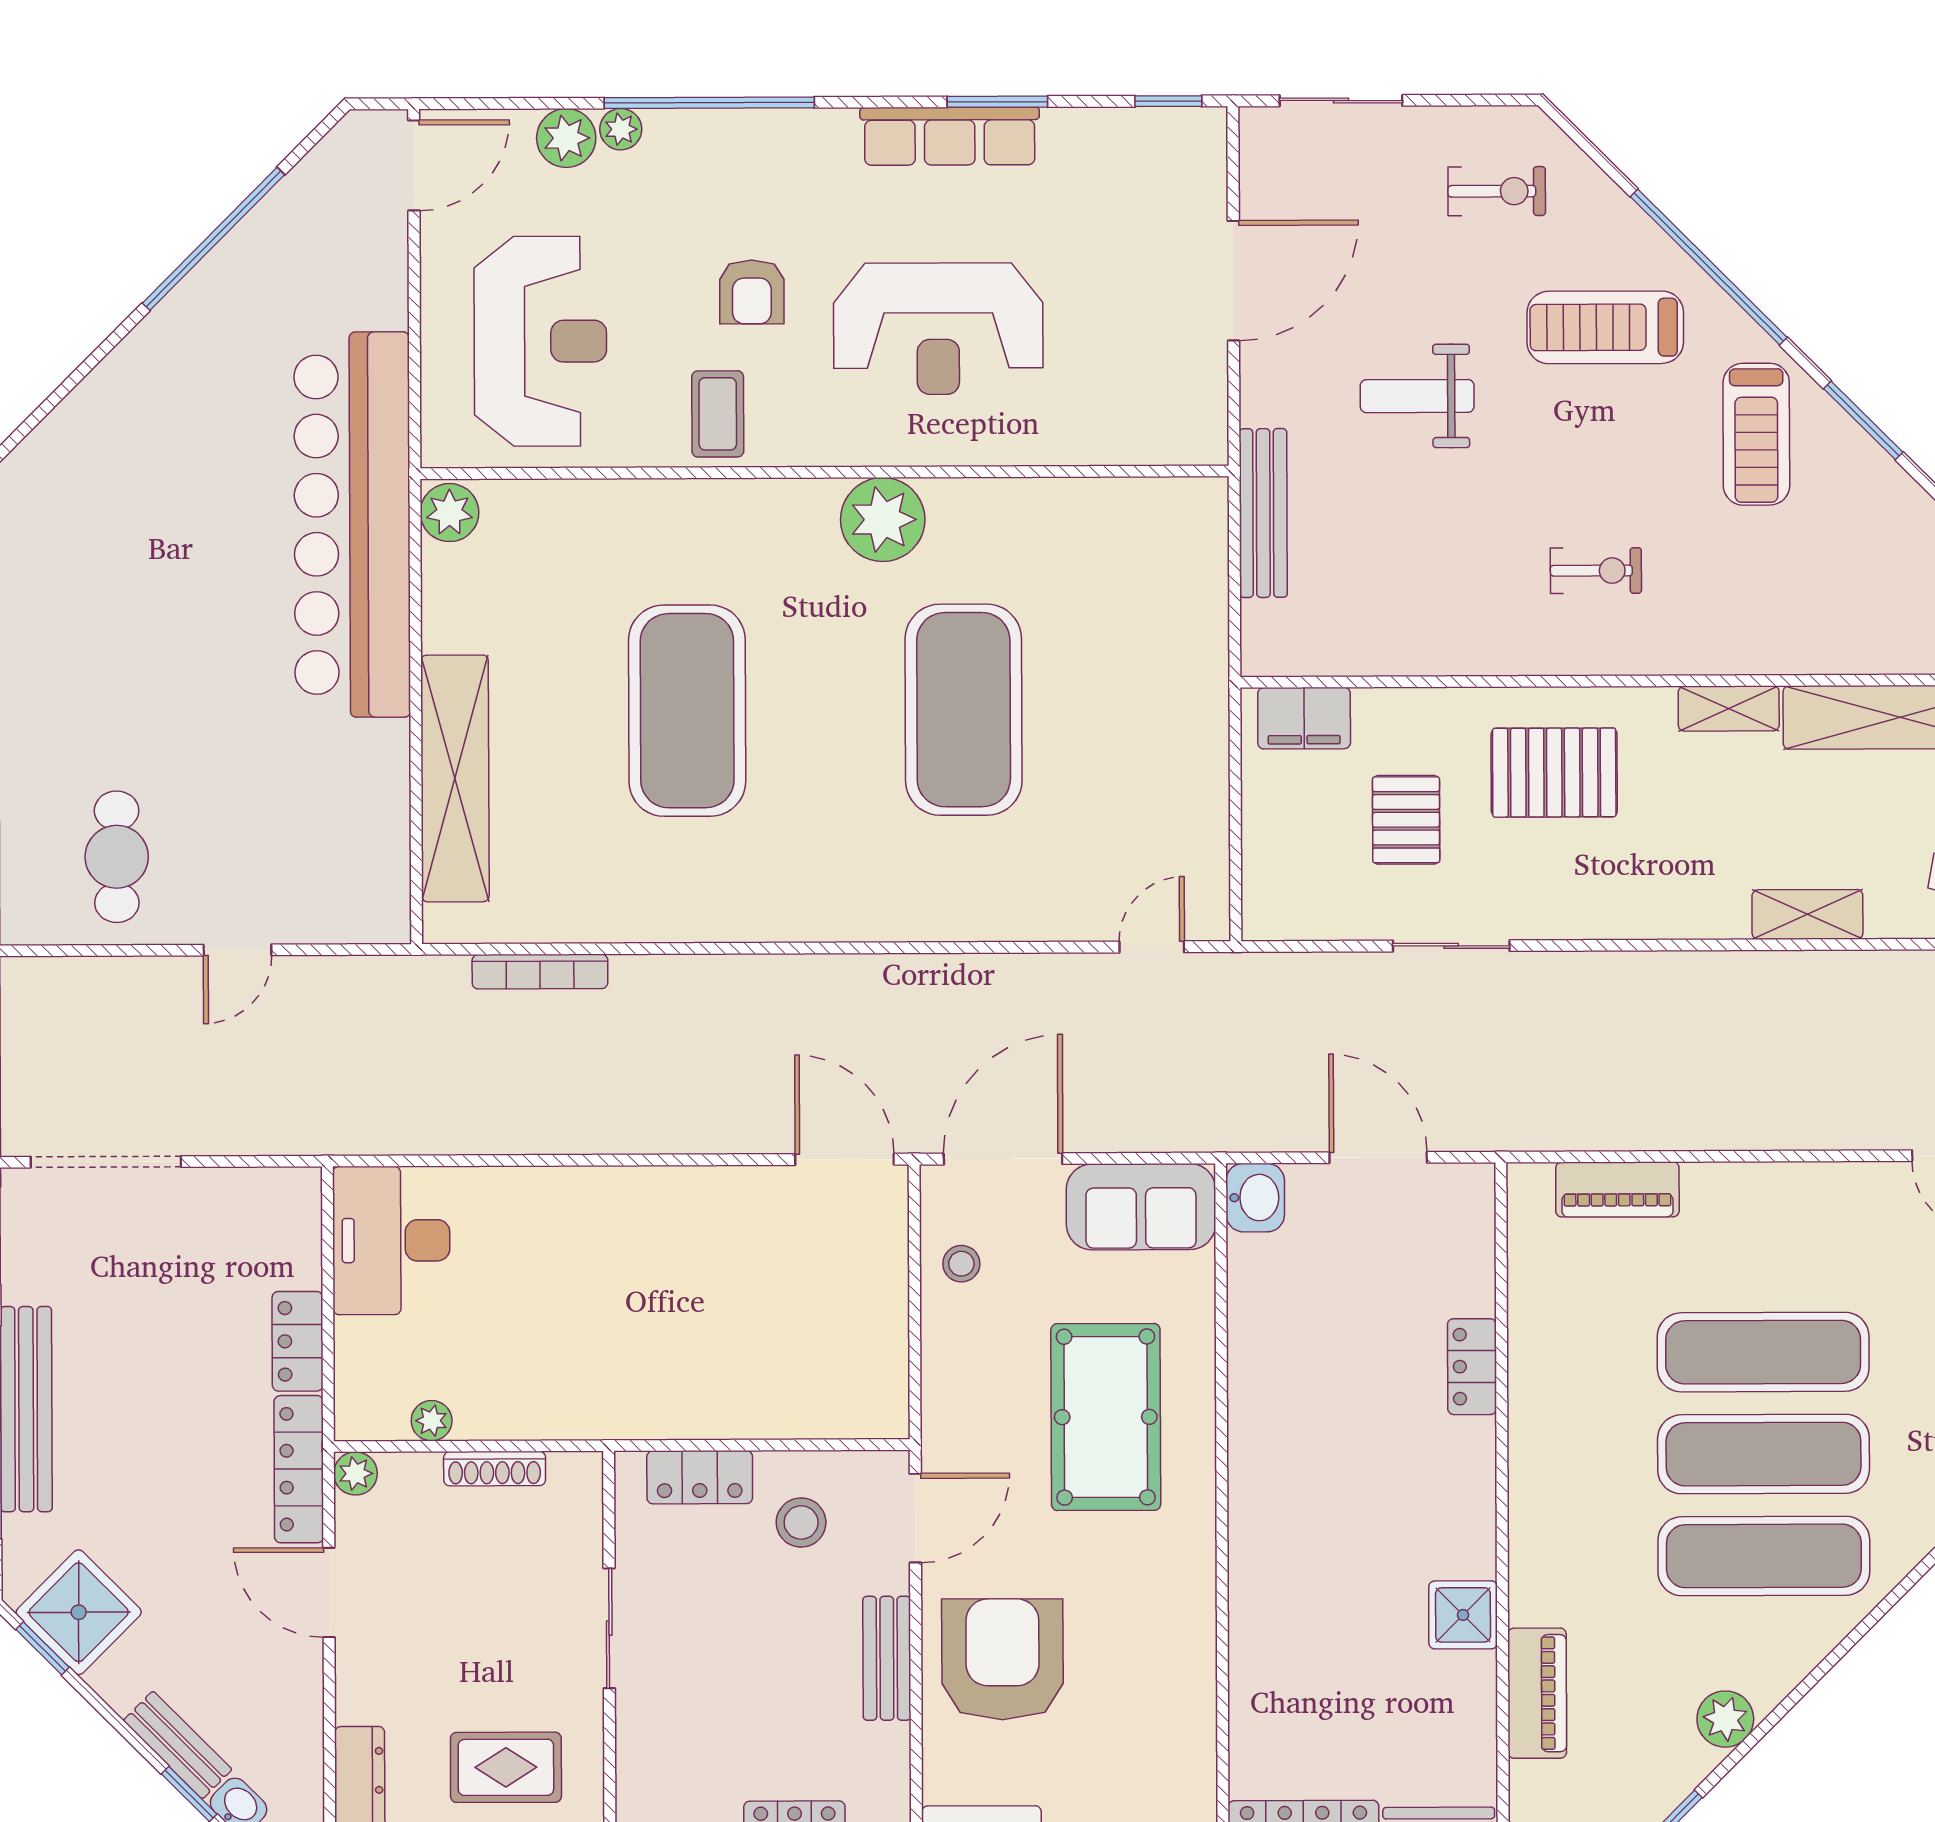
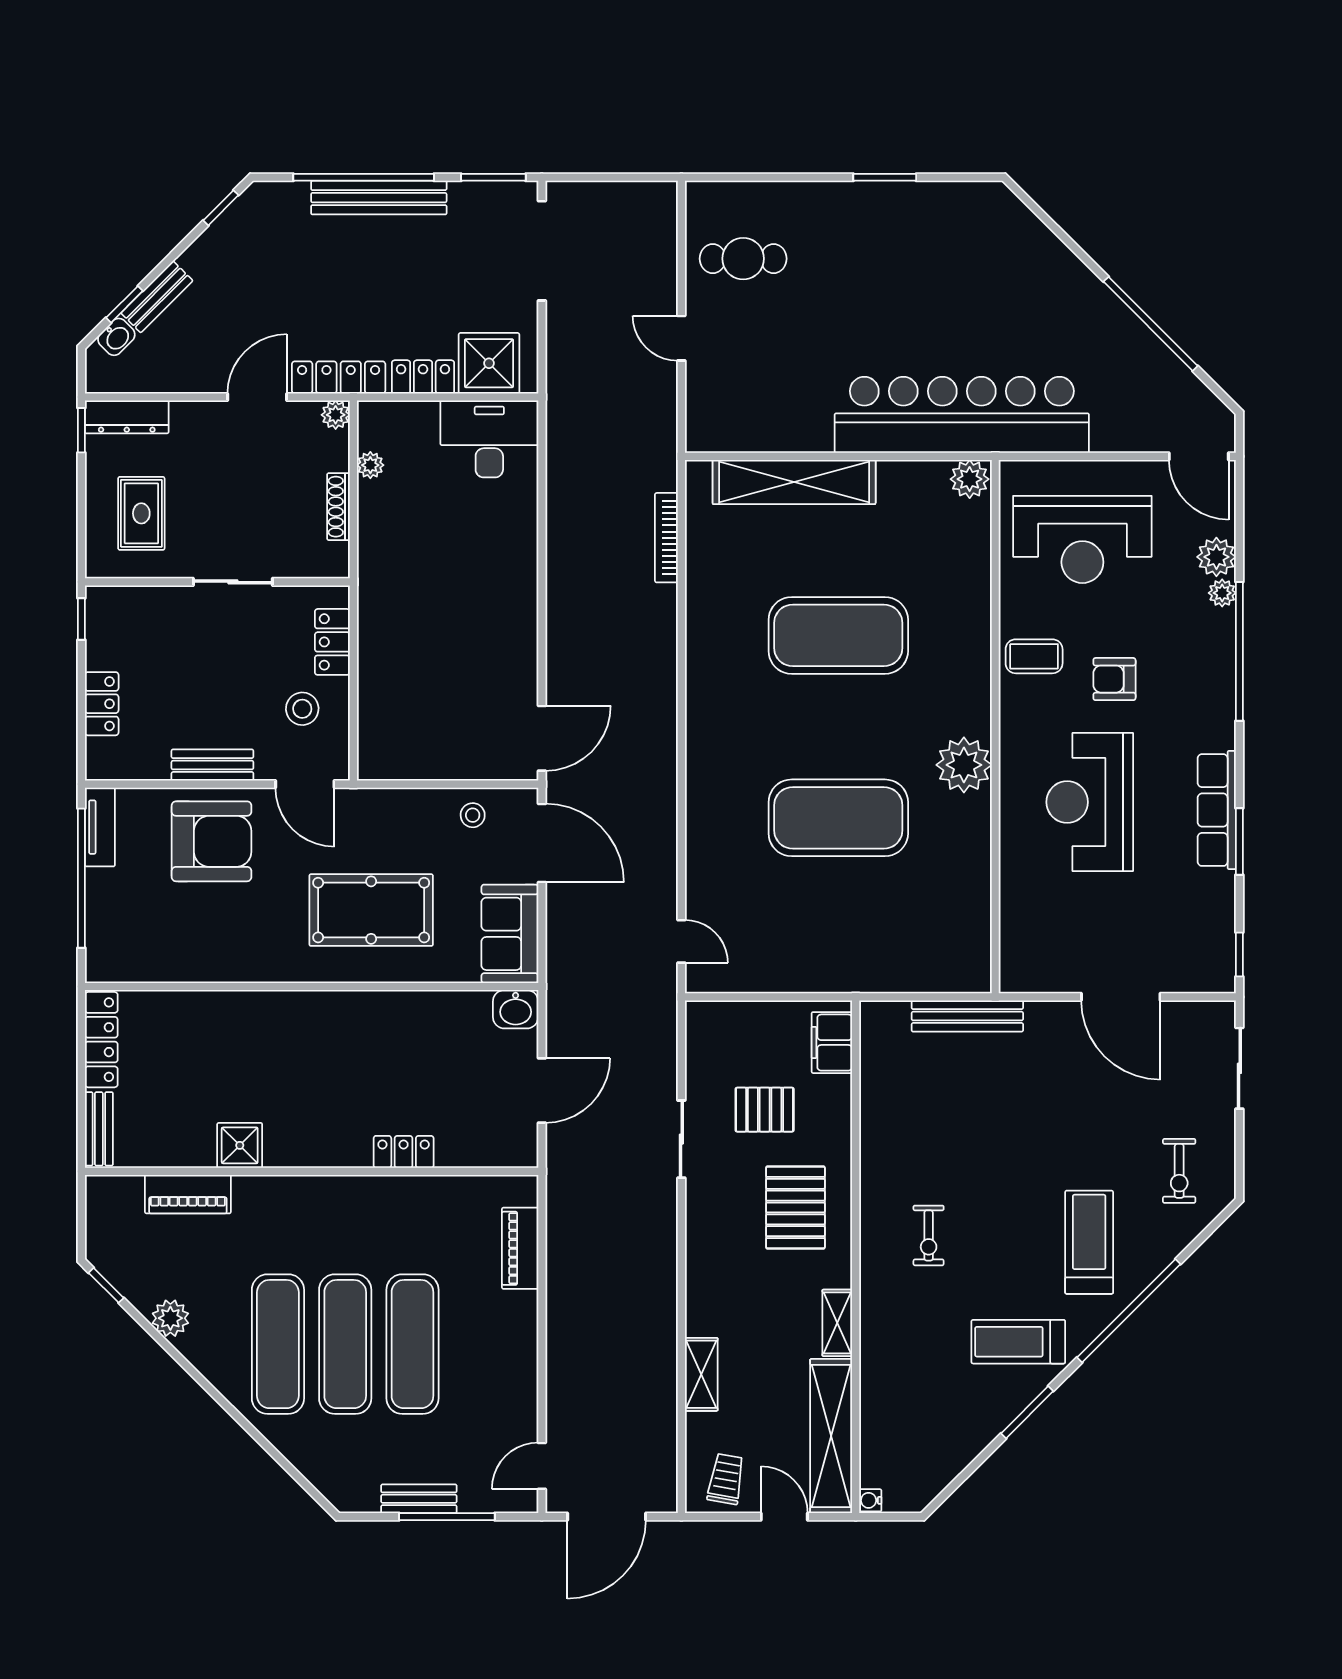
weight bench: (1417, 396) -> (1044, 1118), removed
shower: (79, 1612) -> (489, 363), moved, turned 45

